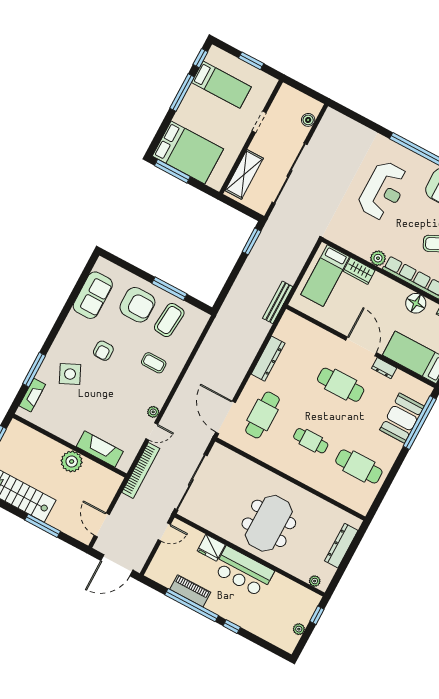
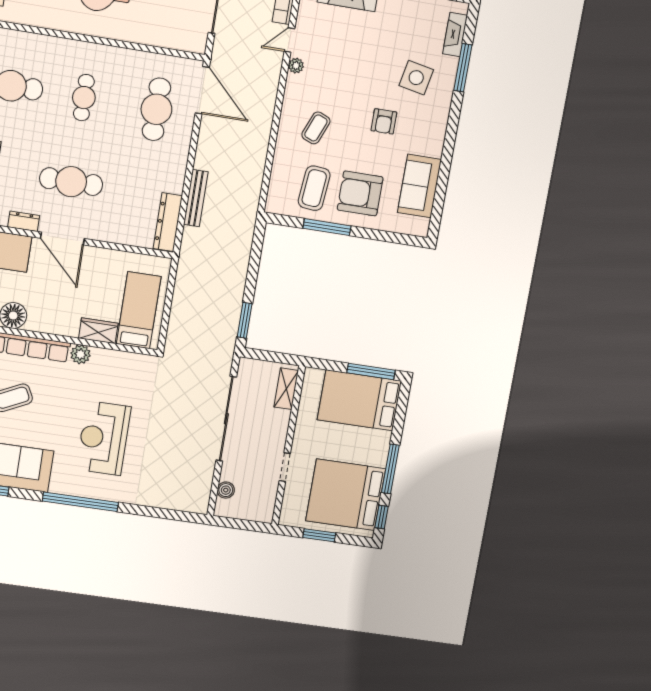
bed: (221, 85) -> (346, 495), width x2.04
shelving: (244, 174) -> (286, 389), width x0.67, depth x0.75
bench: (278, 302) -> (196, 198), moved
armchair: (103, 351) -> (384, 121), turned 180
dresser: (268, 359) -> (168, 222), moved
coffee table: (154, 363) -> (316, 128), turned -68
side table: (70, 374) -> (416, 78), turned 36
cafe table: (311, 441) -> (84, 98), turned 90

